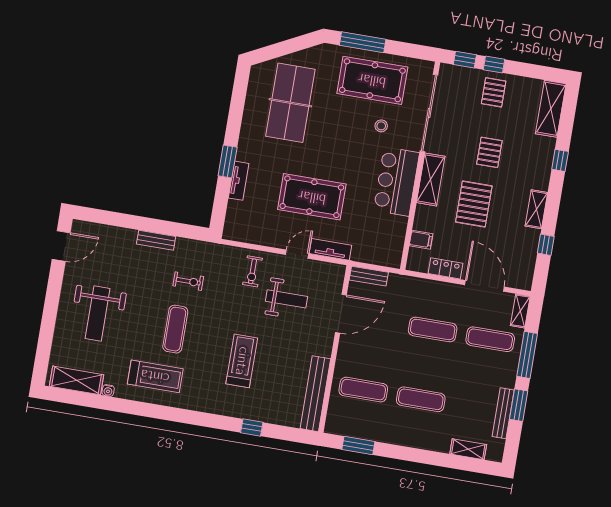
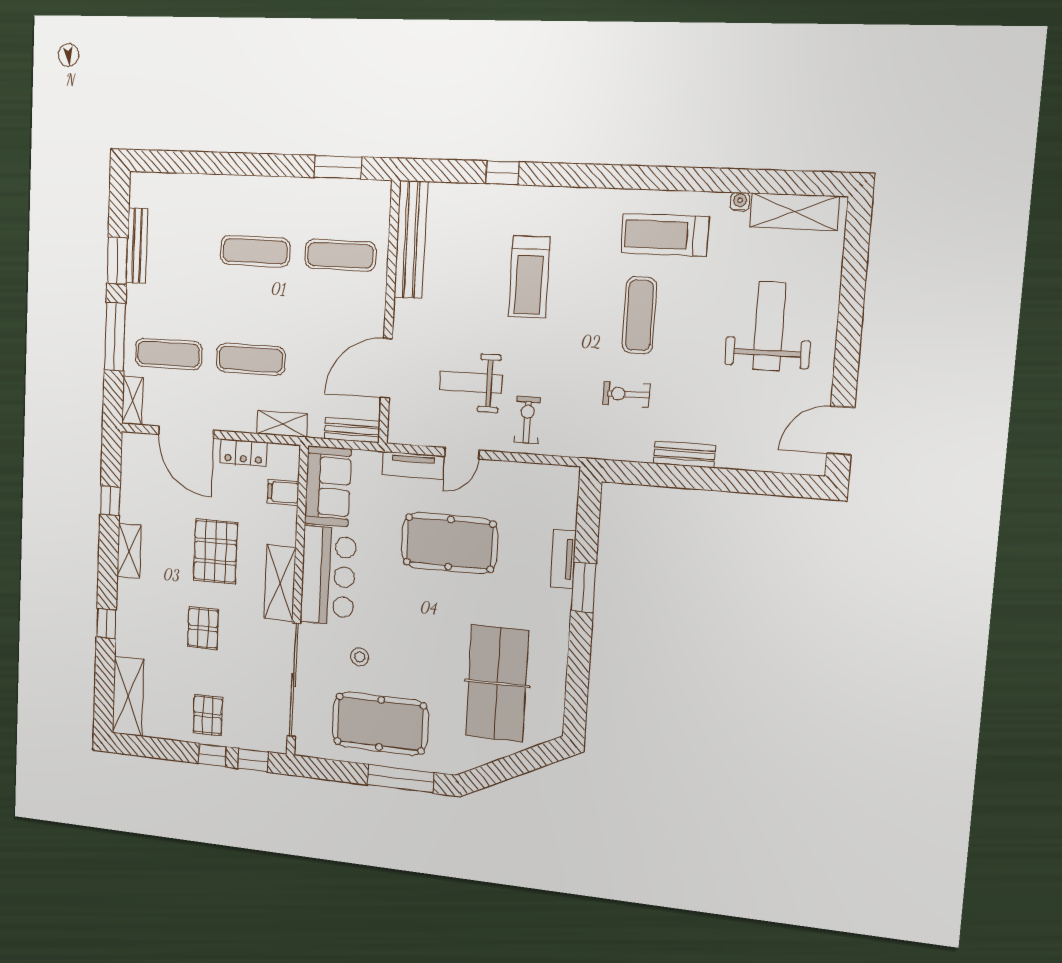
sofa: (390, 241) -> (328, 486), added
shelving: (468, 449) -> (282, 424), moved

